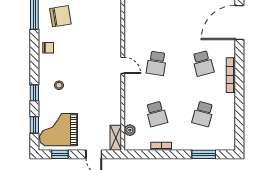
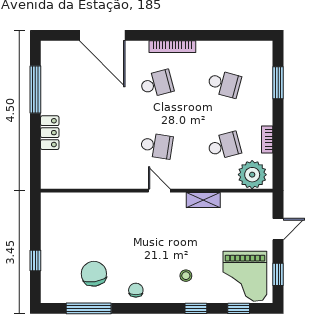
door: (123, 65) -> (159, 191), hinge flipped
plant: (130, 130) -> (252, 175), width x1.88, depth x1.88
shelving: (116, 138) -> (203, 200), moved

